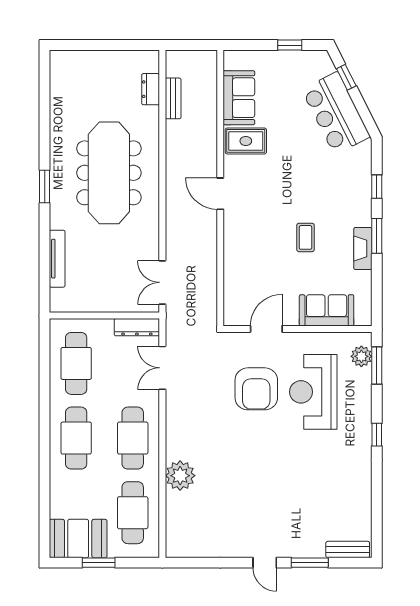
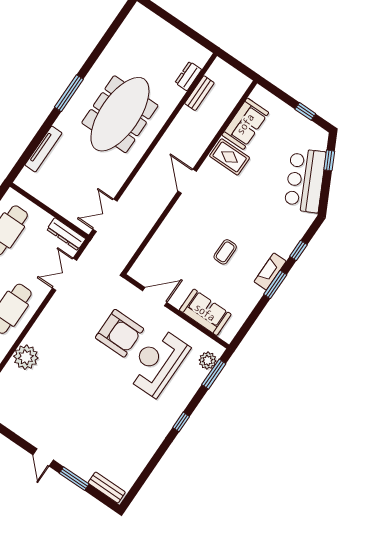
window: (45, 187) -> (69, 93), width x1.44
fireplace: (363, 249) -> (270, 271), moved
armchair: (256, 389) -> (119, 333), turned -90

